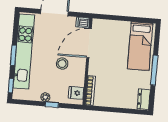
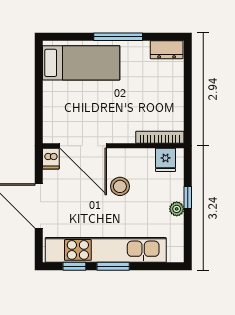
window: (11, 86) -> (74, 266), moved

